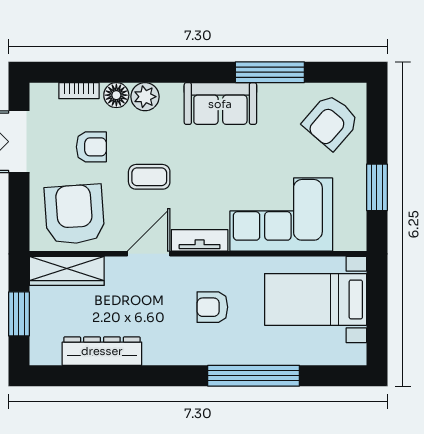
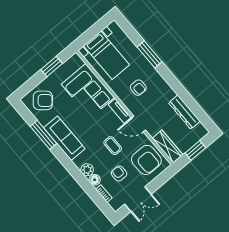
sofa: (220, 104) -> (64, 138), width x1.36
armchair: (74, 214) -> (146, 160), turned -86
window: (254, 376) -> (150, 54), width x0.68

